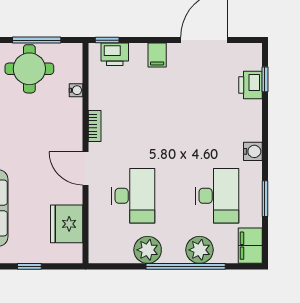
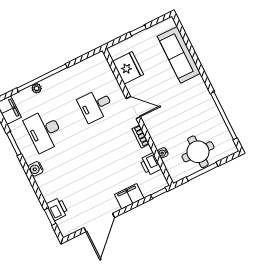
printer: (115, 54) -> (150, 164), moved, turned -90
filing cabinet: (157, 55) -> (129, 196), width x2.00
desk: (133, 196) -> (96, 105), width x0.73
plant: (148, 250) -> (70, 76), removed
plant: (200, 250) -> (37, 88), width x0.53, depth x0.53

